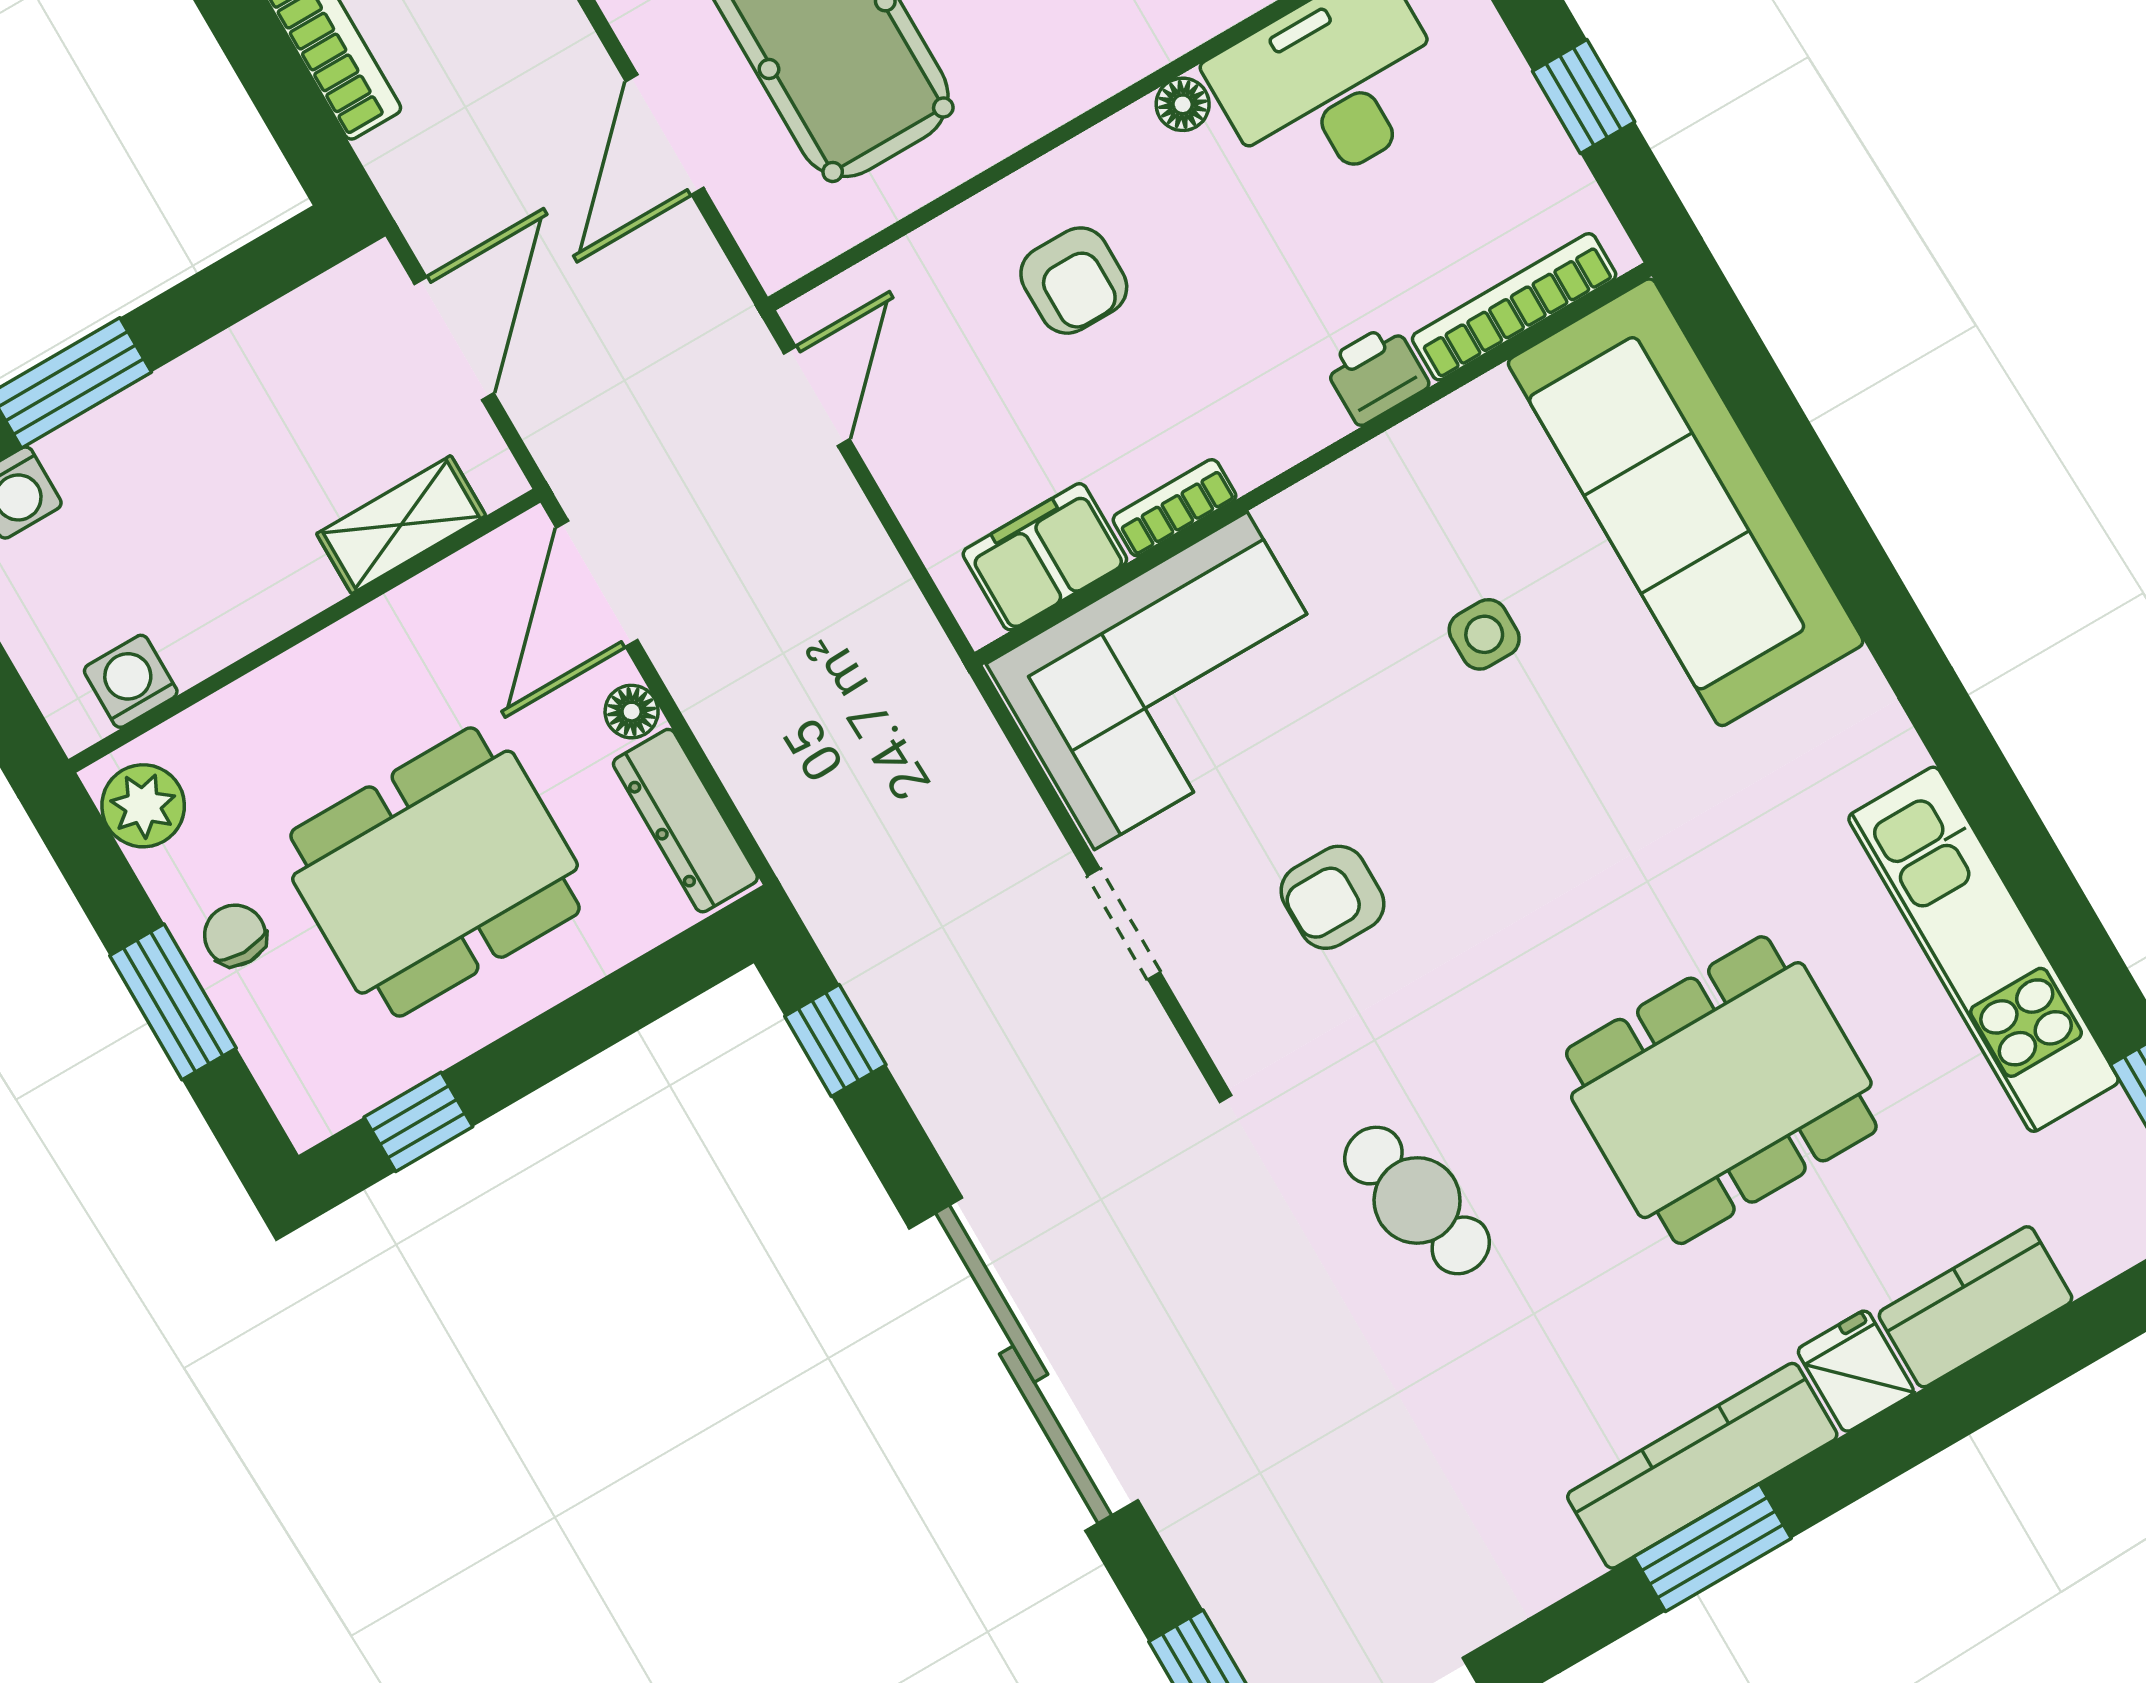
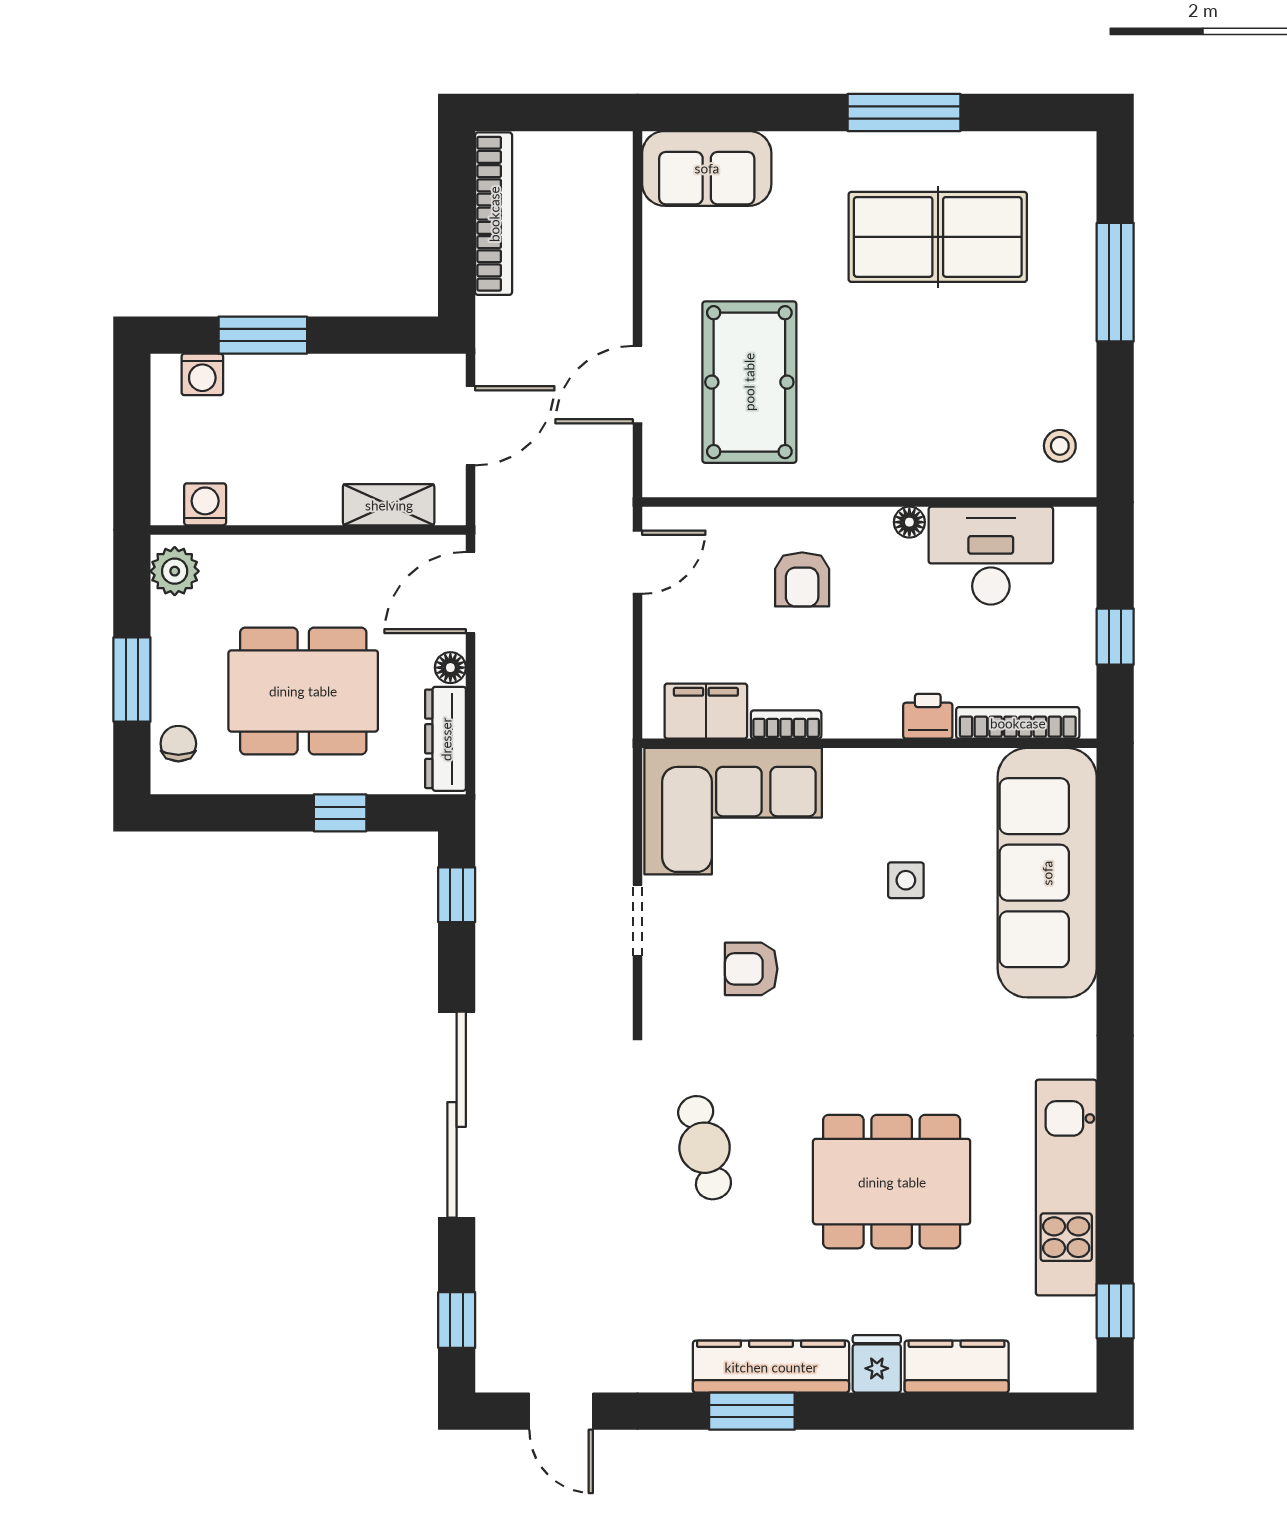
chair: (235, 935) -> (178, 744), moved
window: (418, 1122) -> (340, 813), moved

